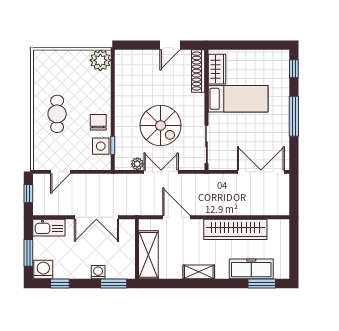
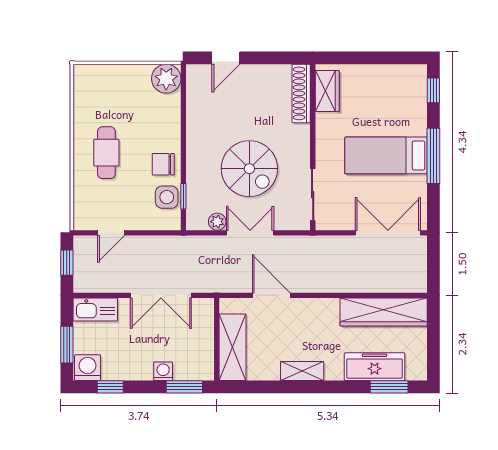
door: (170, 45) -> (226, 58), moved
bed: (238, 99) -> (386, 155), moved, turned 180
chair: (98, 122) -> (163, 164), turned -90
wardrobe: (235, 229) -> (384, 312), moved

